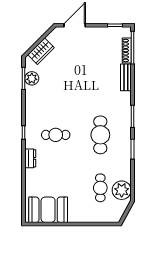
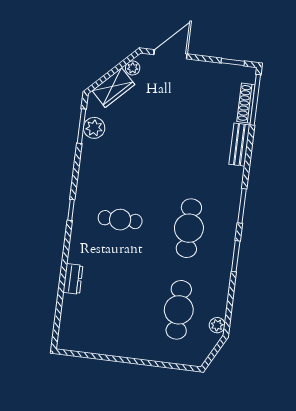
plant: (52, 37) -> (133, 68), added
dresser: (30, 158) -> (73, 279), moved
cafe table: (100, 188) -> (179, 310), width x1.37, depth x1.35
plant: (122, 190) -> (217, 325), width x0.53, depth x0.53
booth: (48, 210) -> (94, 334), removed

